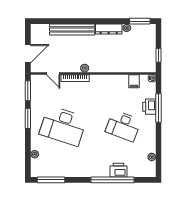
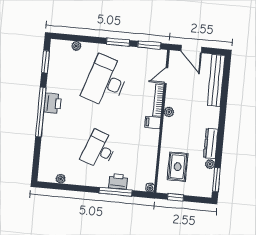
bench: (72, 29) -> (216, 80), moved
rug: (132, 56) -> (178, 167), added
filing cabinet: (134, 81) -> (153, 122), moved
printer: (118, 170) -> (53, 103), moved
window: (51, 180) -> (45, 62), width x0.69
window: (113, 180) -> (41, 112), moved

